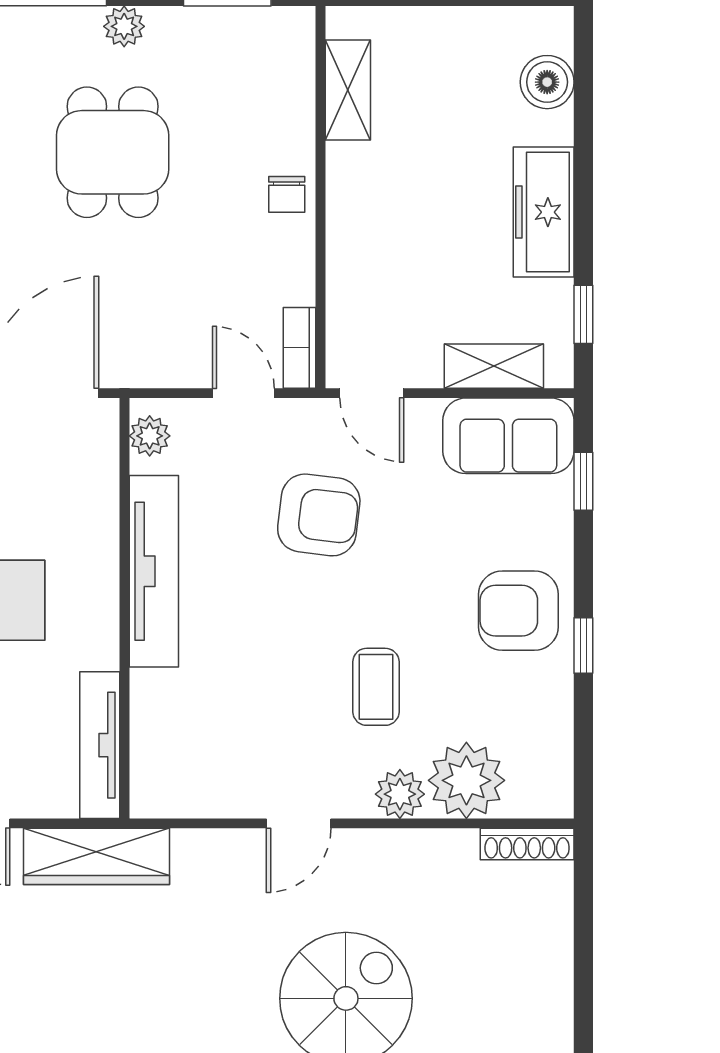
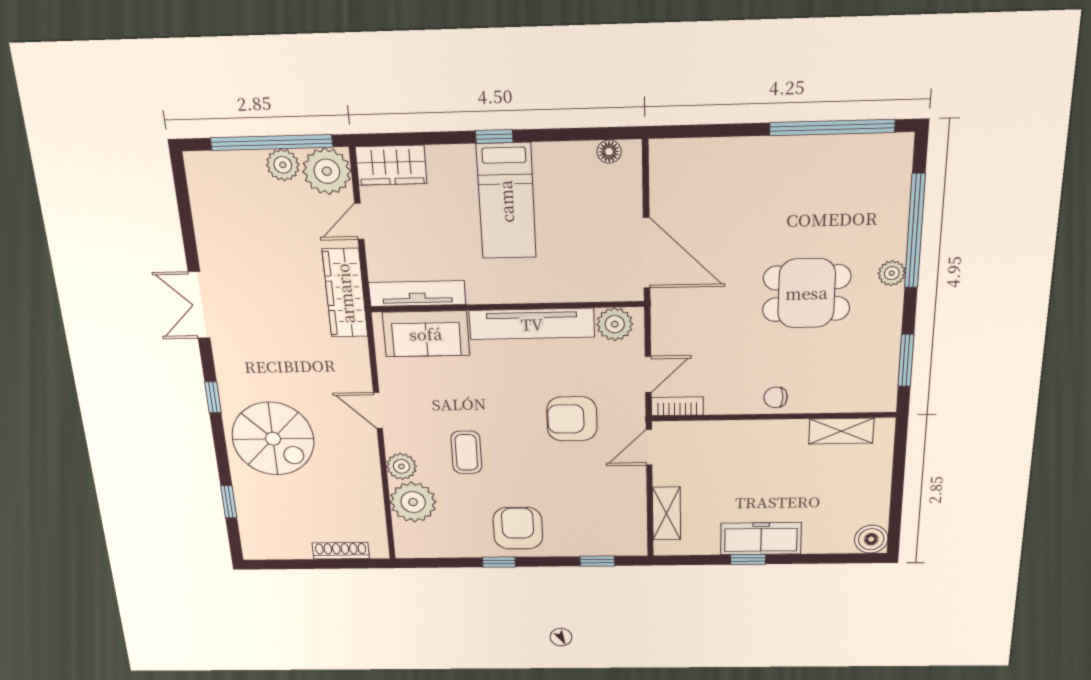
plant: (124, 26) -> (892, 273), moved
boiler: (547, 82) -> (871, 539), moved
window: (583, 314) -> (748, 559), moved
plant: (150, 436) -> (615, 324), width x1.38, depth x1.38
sofa: (508, 436) -> (426, 334), moved, turned -90
armchair: (319, 515) -> (572, 419), turned 83
coffee table: (376, 687) -> (466, 452), turned 90
shoe rack: (527, 844) -> (341, 551), moved, turned 90

